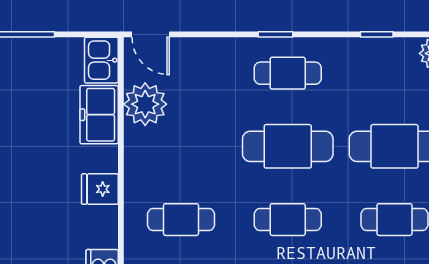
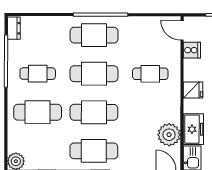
cafe table: (288, 73) -> (94, 151), width x1.37, depth x1.35
cafe table: (288, 220) -> (94, 74), width x1.37, depth x1.35

